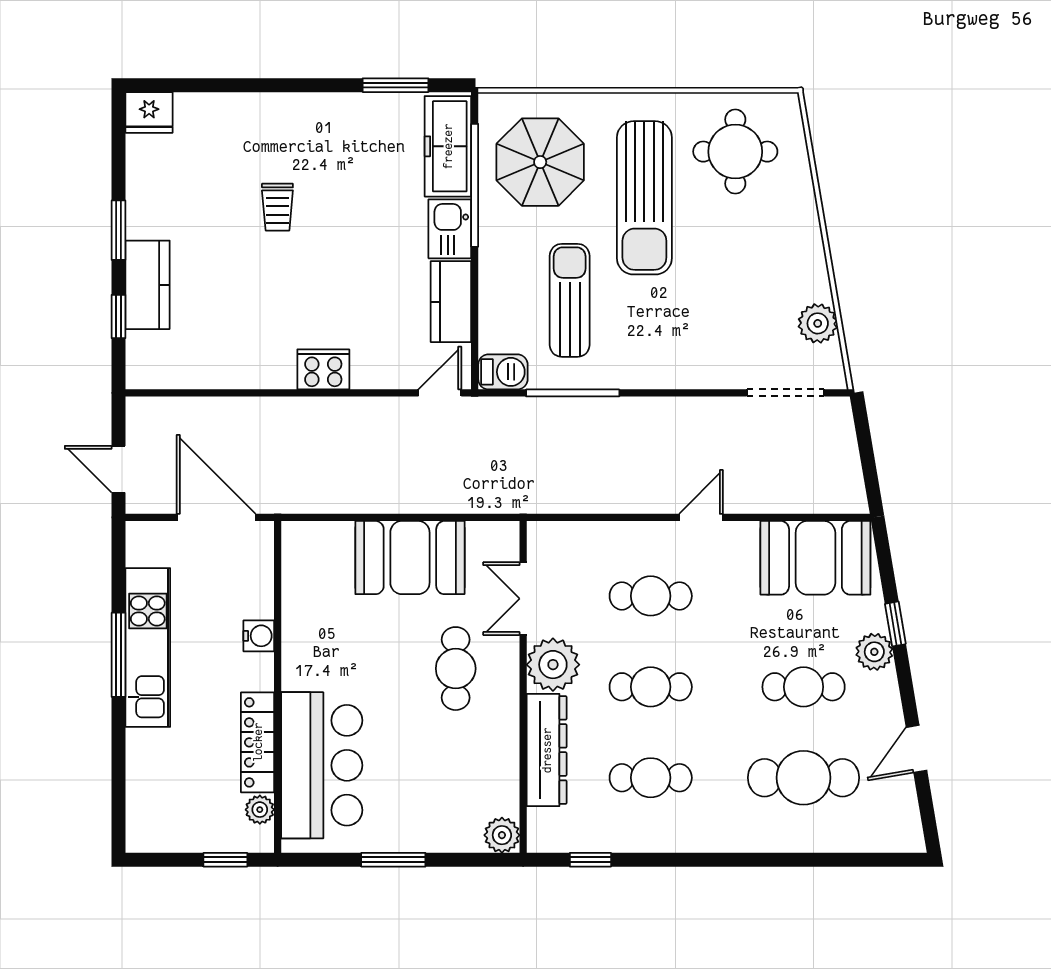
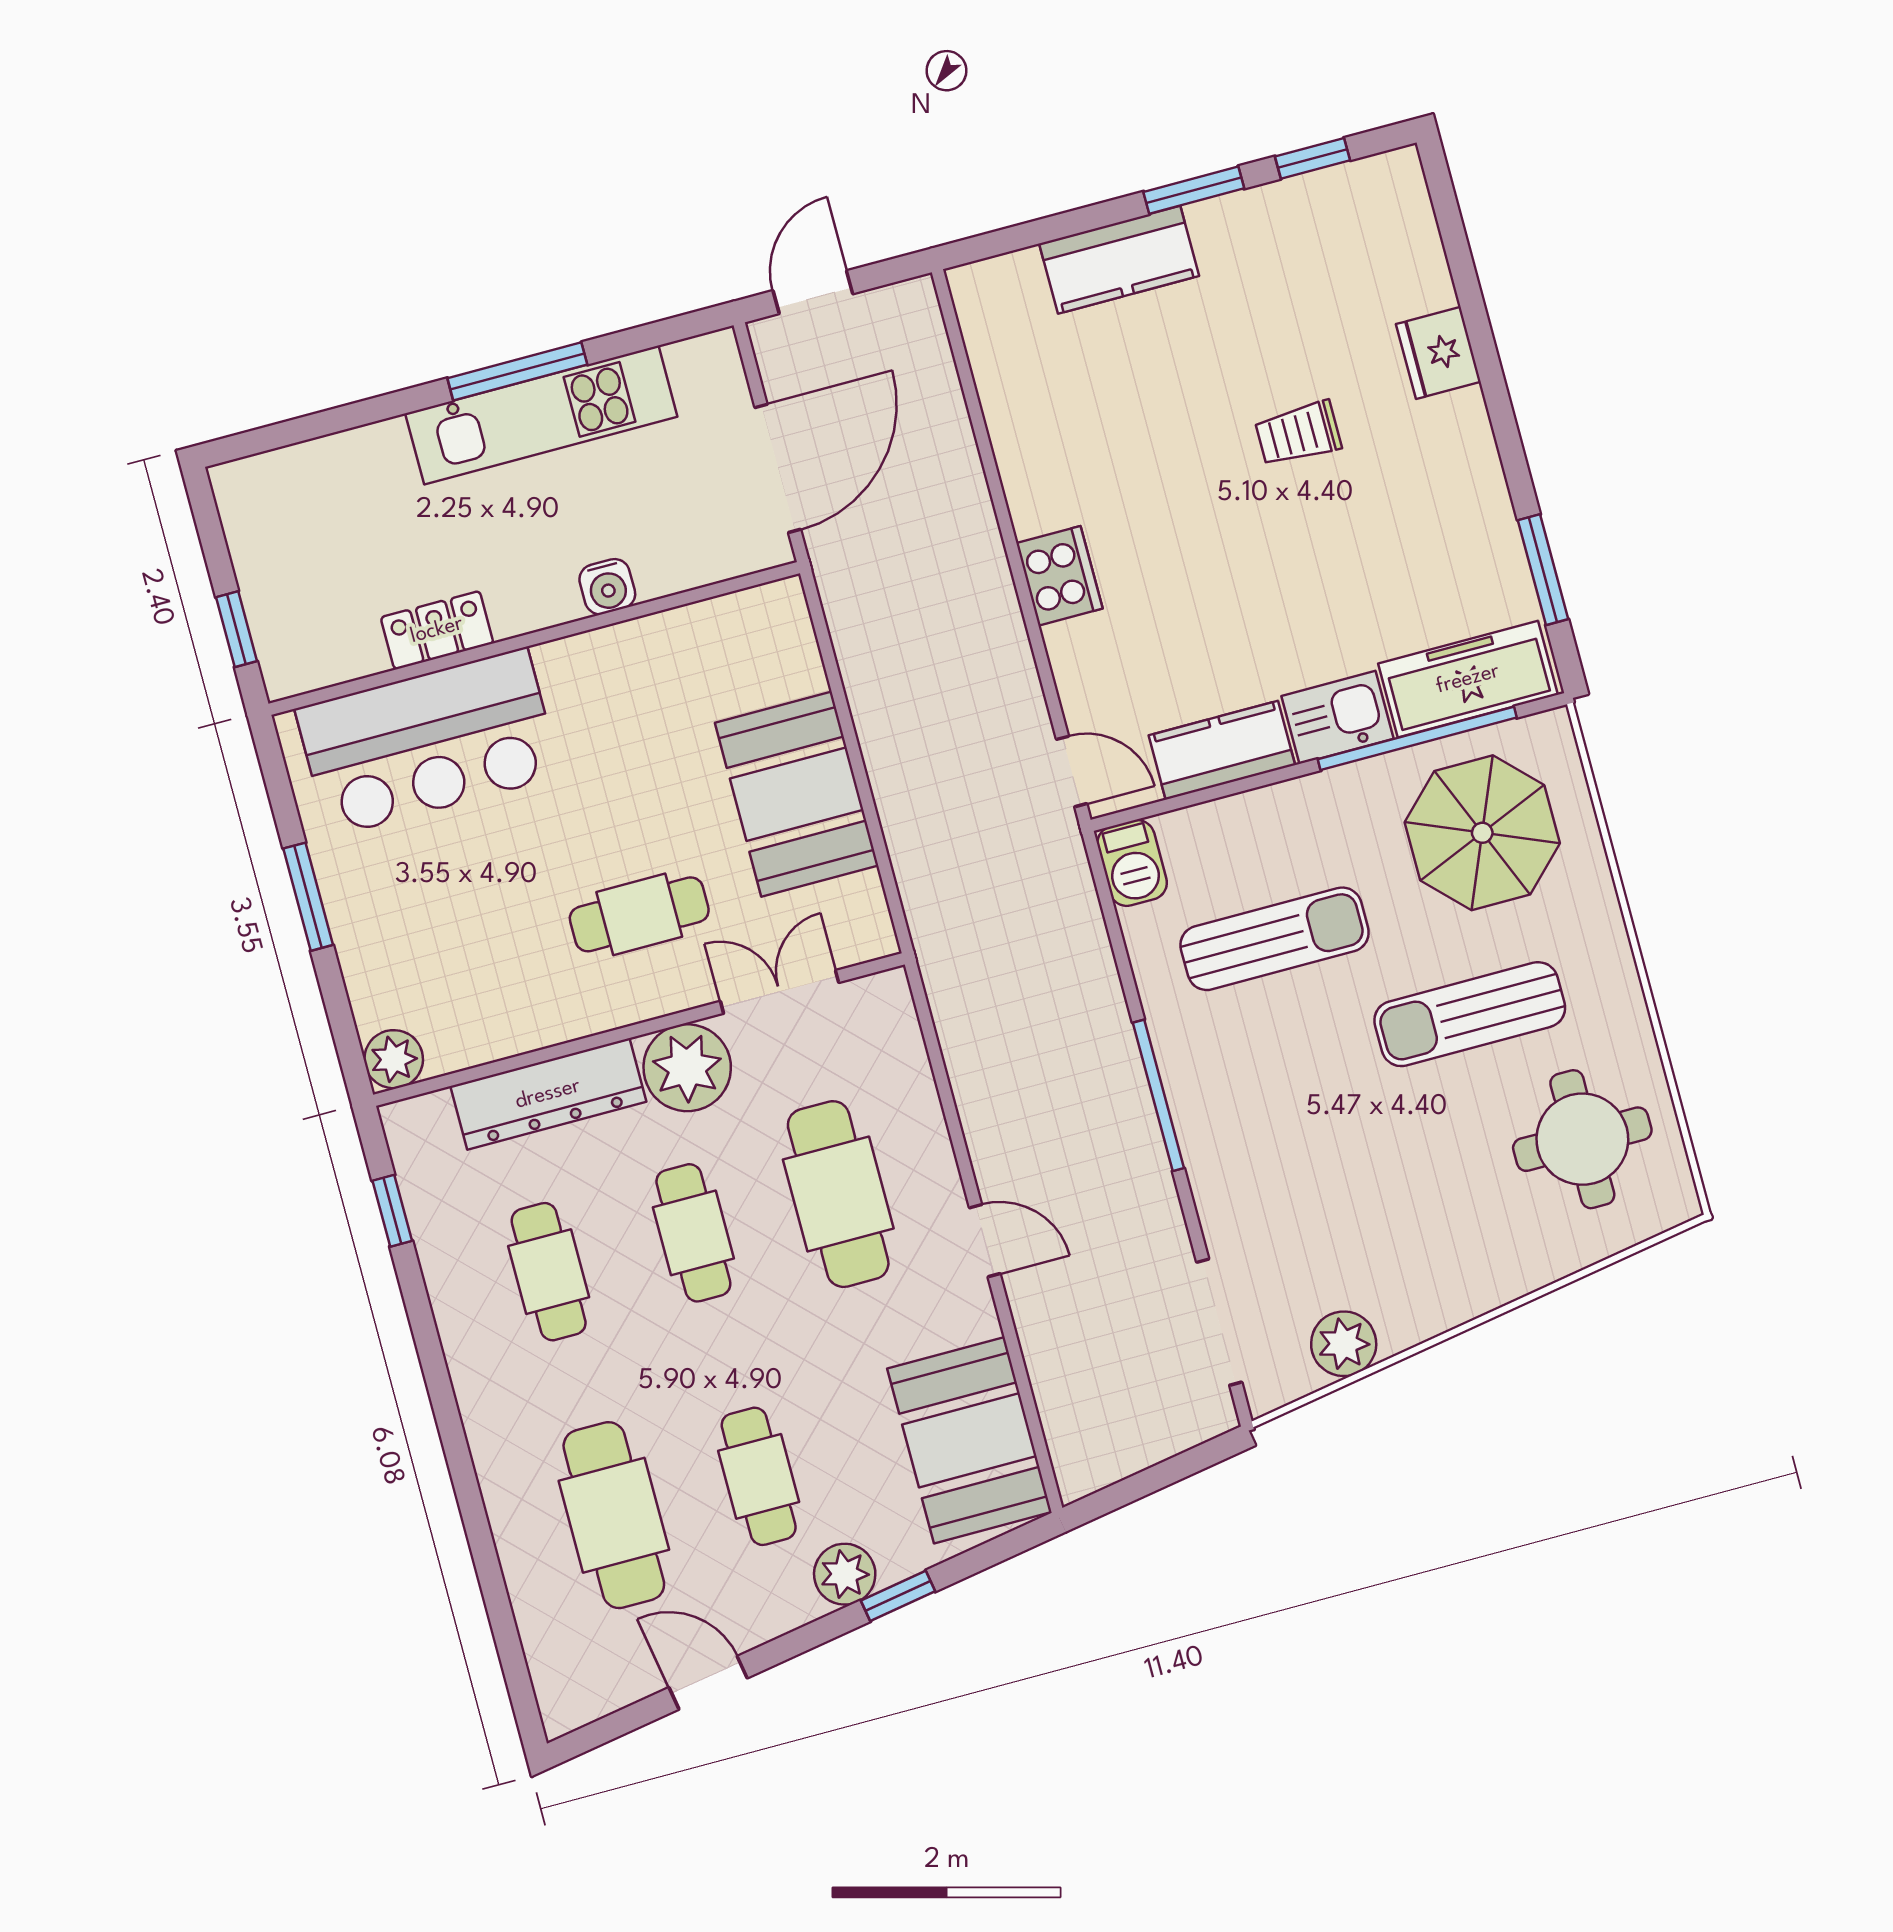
fridge: (149, 112) -> (1438, 353), moved
sun lounger: (644, 198) -> (1470, 1014), width x0.73, depth x0.75
window: (119, 316) -> (1312, 158), moved
window: (573, 393) -> (1158, 1095), moved
cafe table: (651, 596) -> (838, 1194), width x1.37, depth x1.35
locker: (258, 742) -> (437, 630), width x0.66
plant: (260, 810) -> (331, 663), removed

